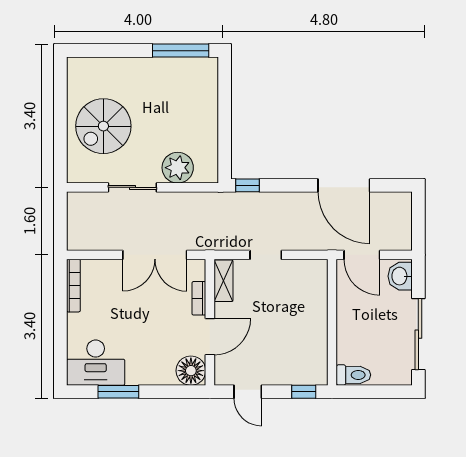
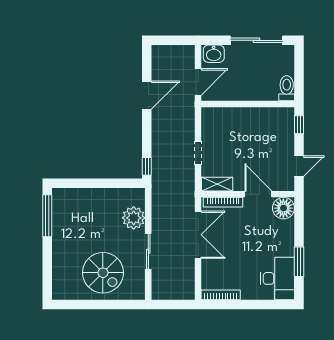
door: (344, 185) -> (147, 95), width x0.73
bookcase: (199, 298) -> (223, 202), width x1.56

